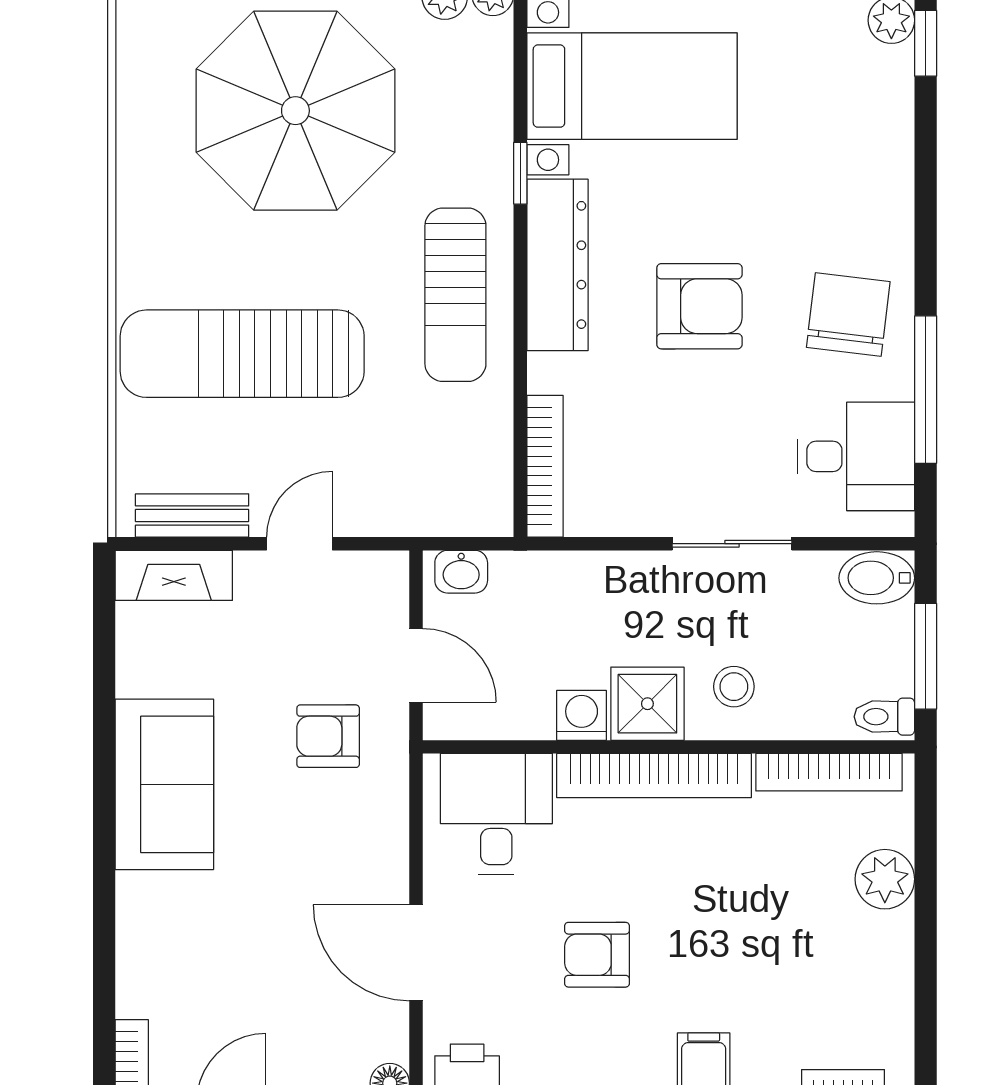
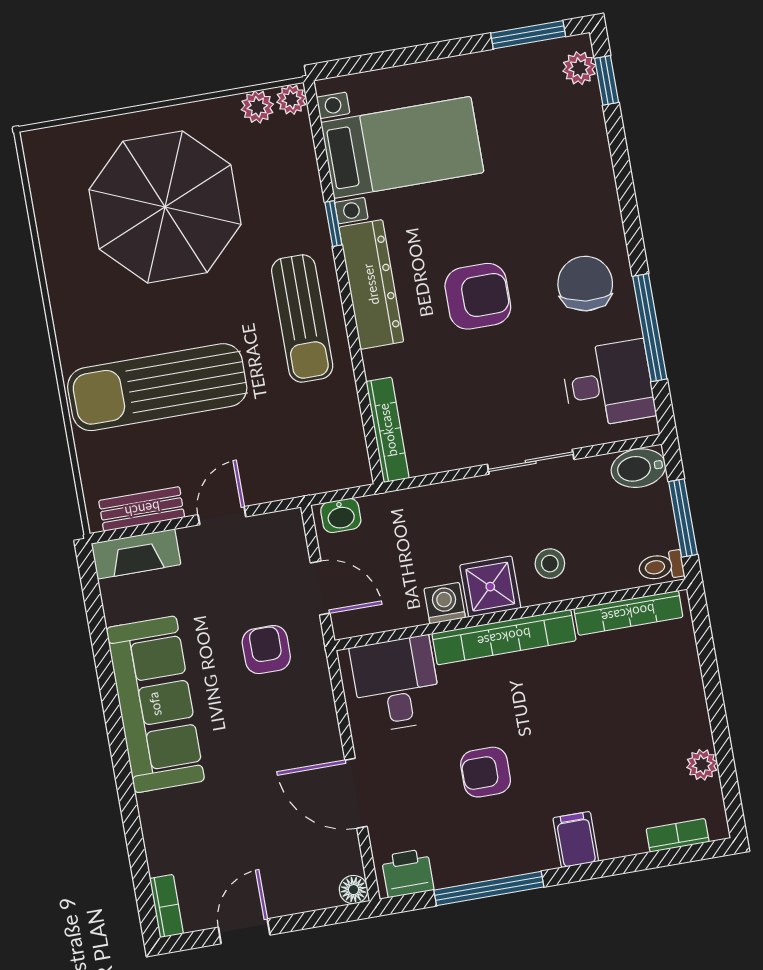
armchair: (328, 736) -> (266, 650), turned 90
sofa: (164, 784) -> (155, 704), width x1.36
plant: (885, 879) -> (702, 765), moved, width x0.73, depth x0.73

